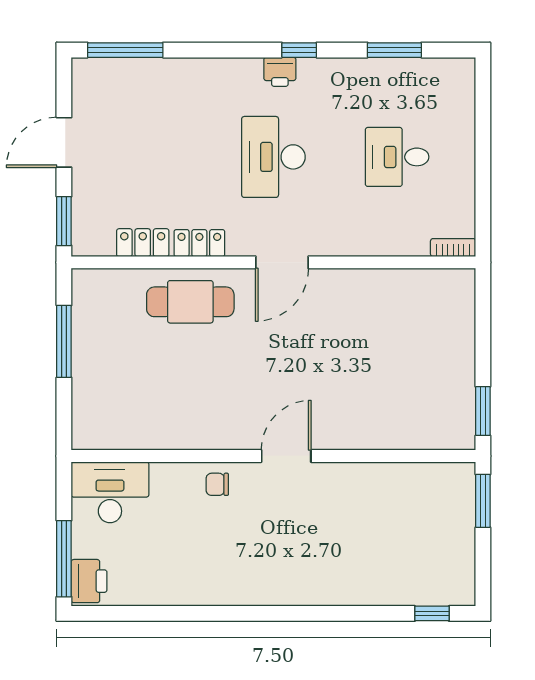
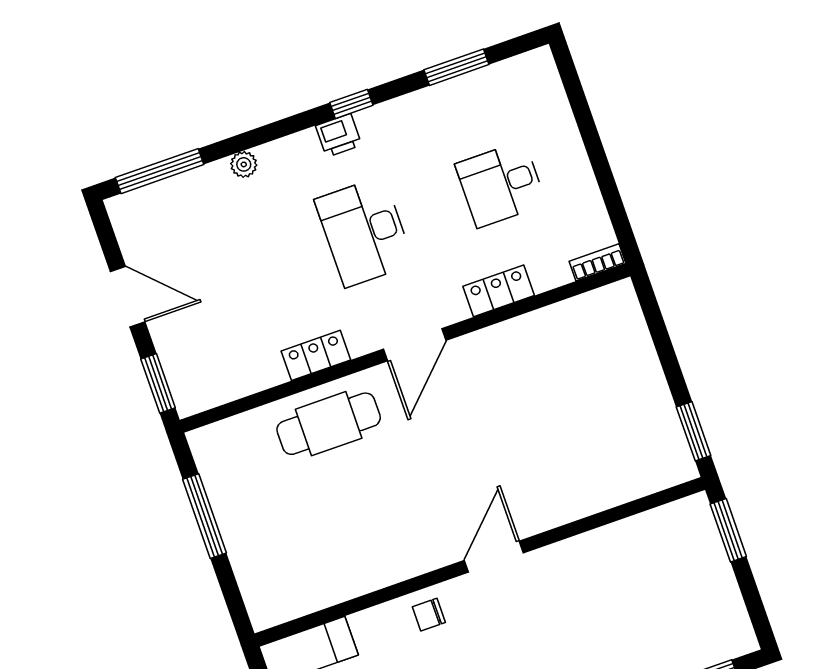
plant: (195, 68) -> (244, 164), added
door: (64, 142) -> (128, 297), swing flipped
locker: (143, 243) -> (499, 291), moved

